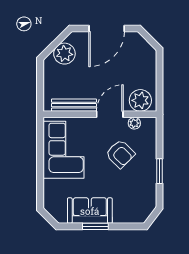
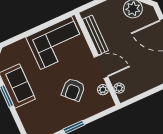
plant: (140, 100) -> (119, 88), width x0.53, depth x0.53

